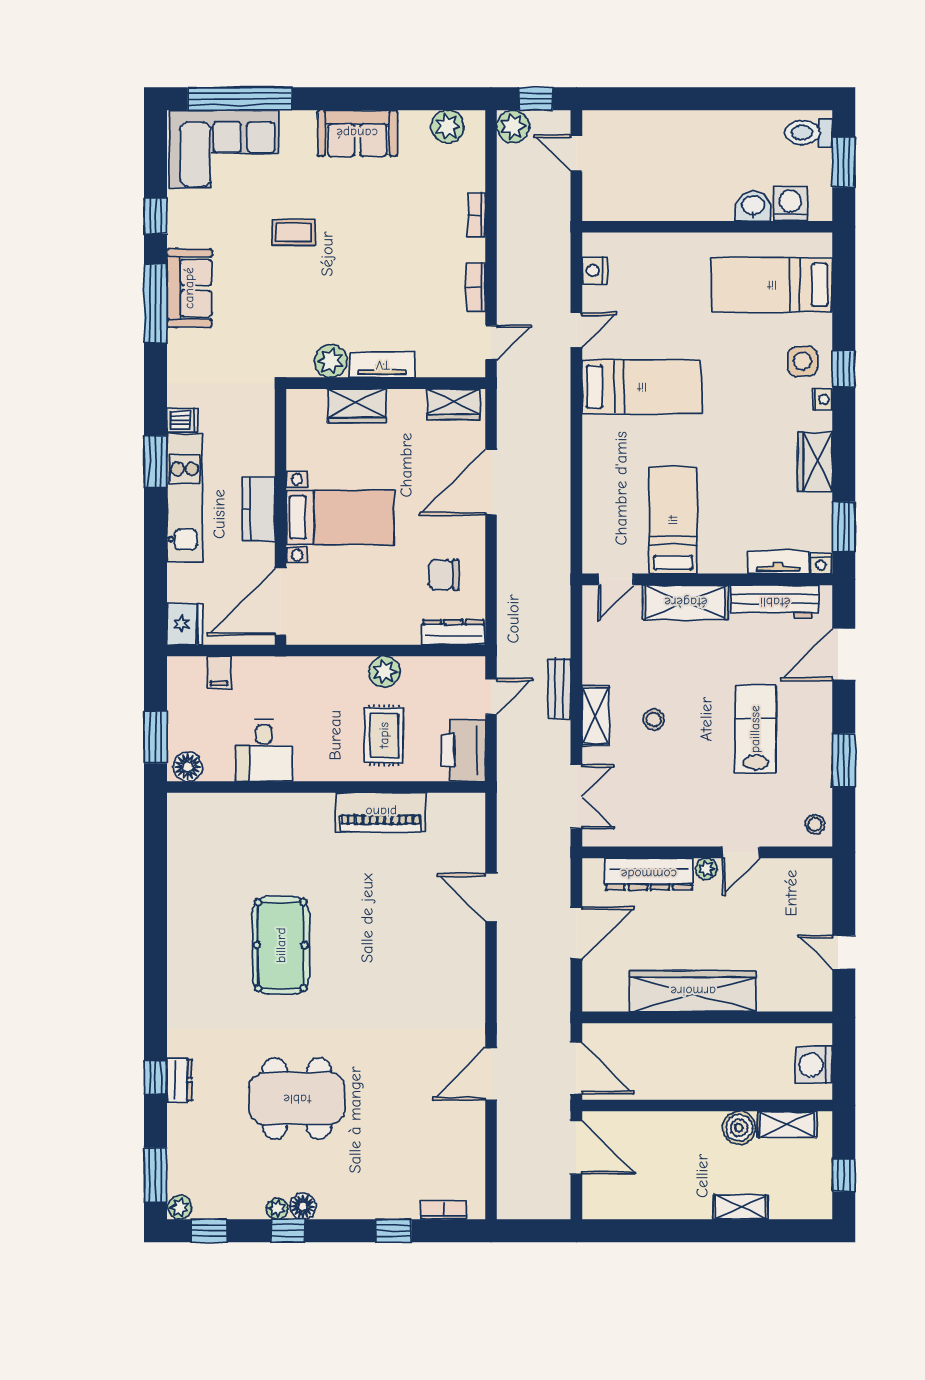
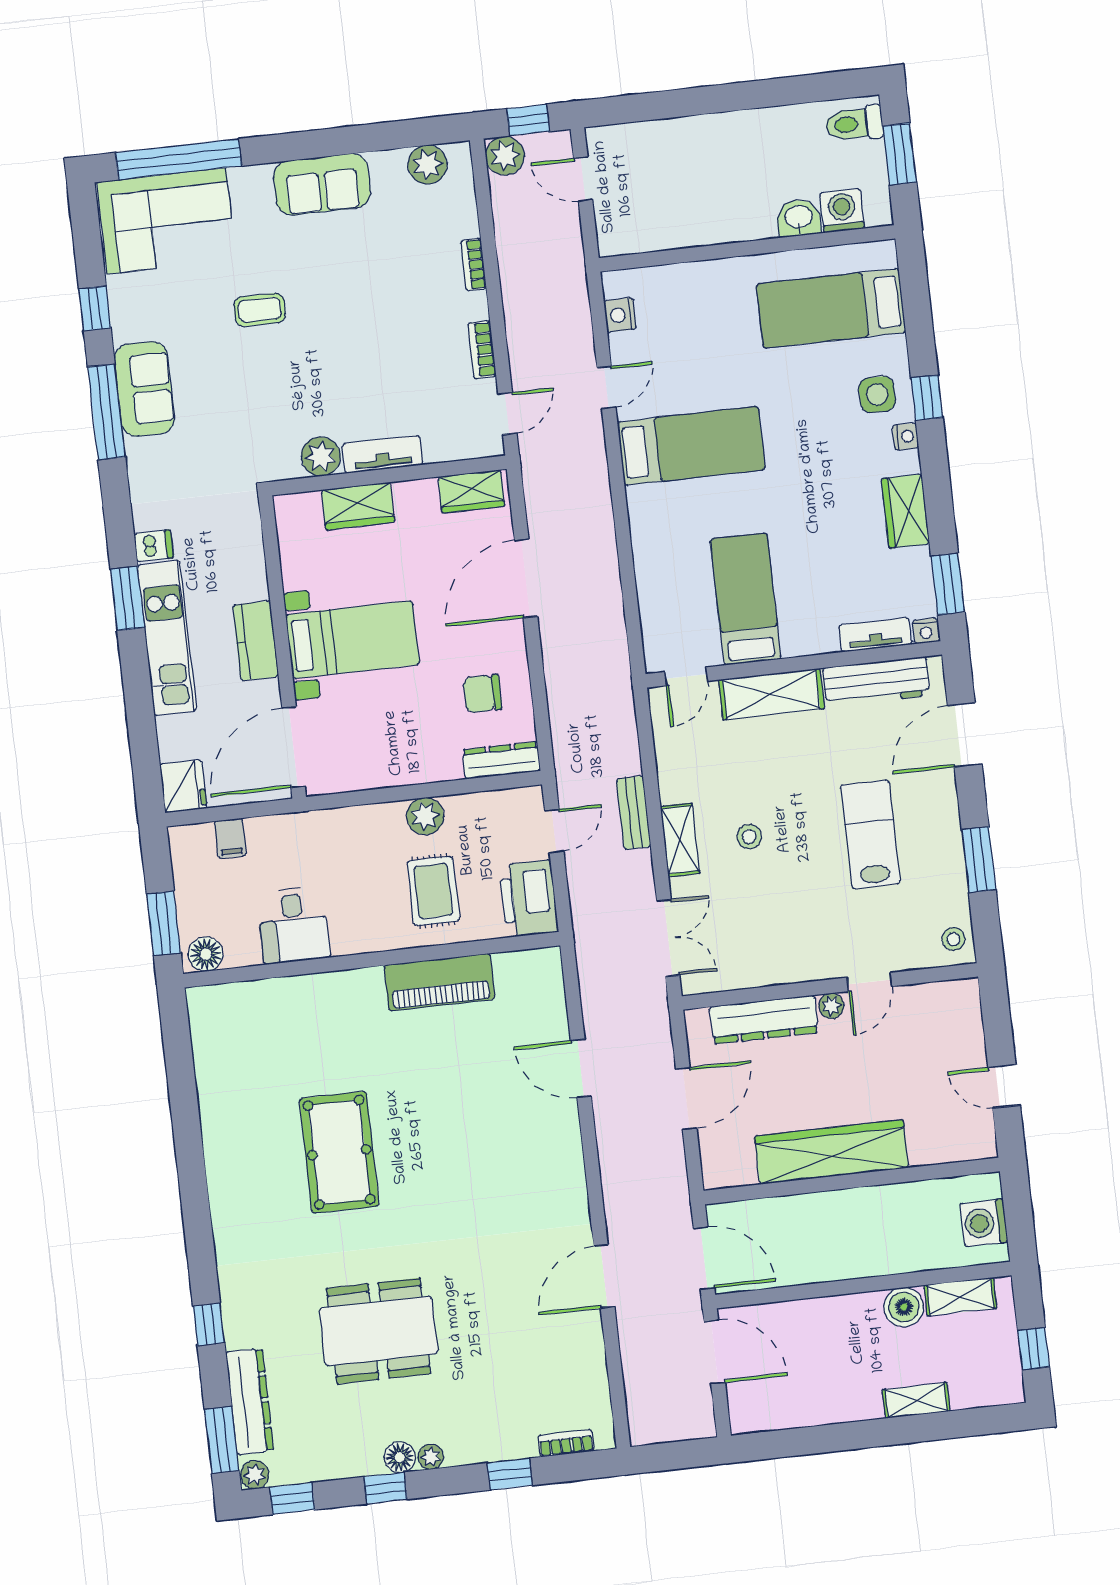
dresser: (179, 1080) -> (250, 1401), moved, width x1.96, depth x1.24
plant: (277, 1209) -> (431, 1457), moved

